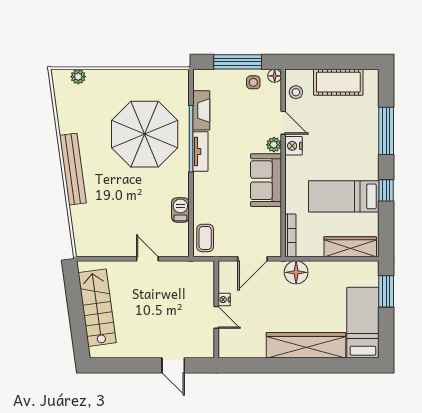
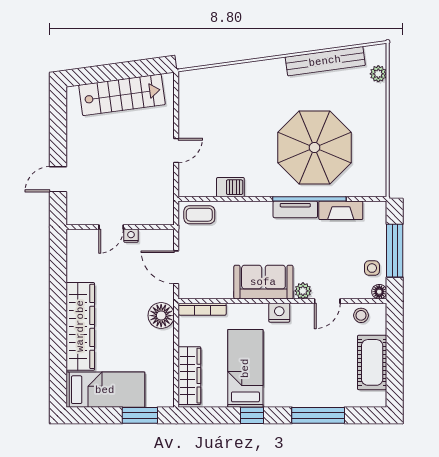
nightstand: (294, 146) -> (279, 313), moved
bench: (73, 169) -> (325, 61), moved

